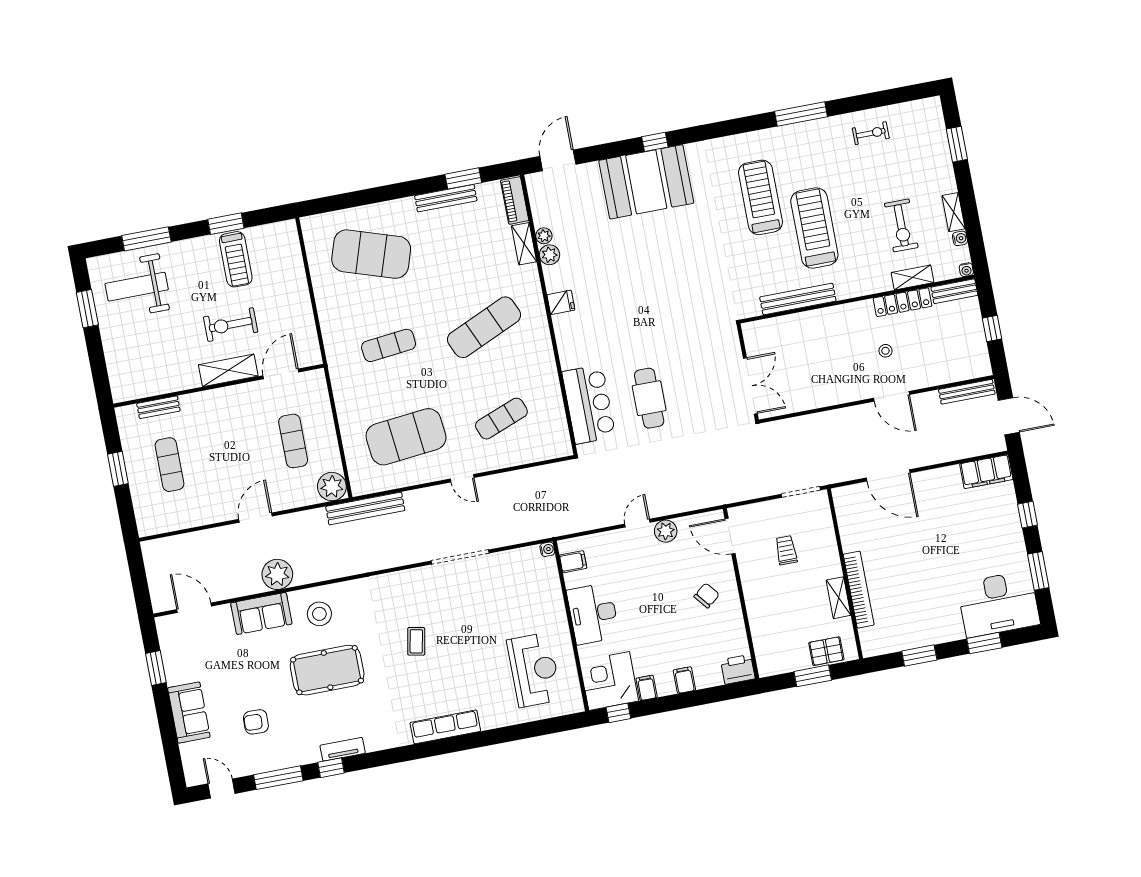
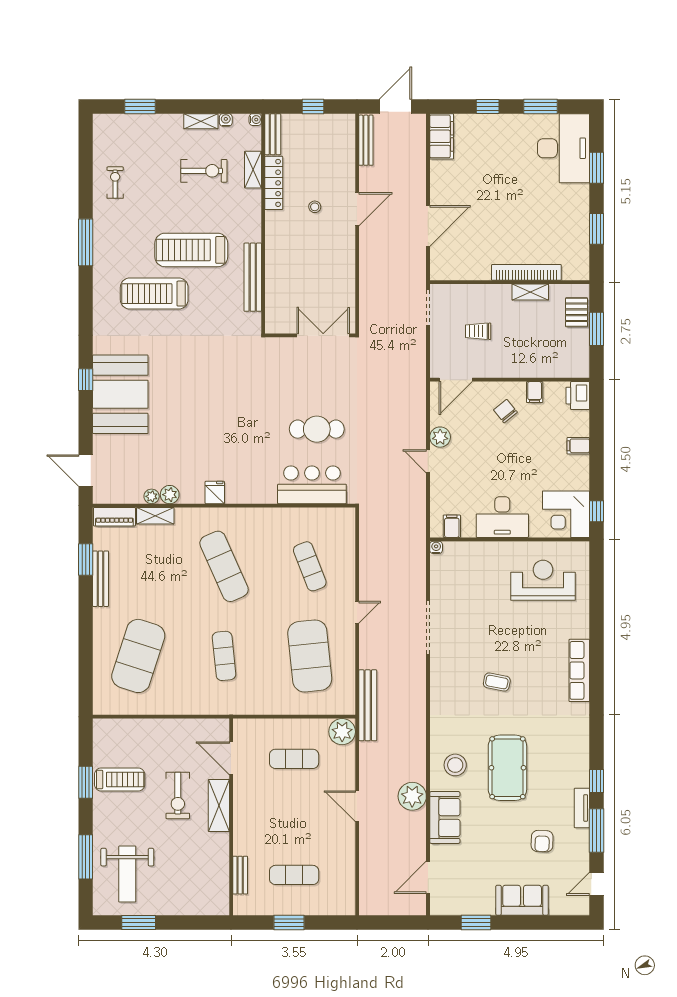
filing cabinet: (647, 688) -> (535, 392), moved, turned -90
tv unit: (343, 749) -> (582, 808), moved

